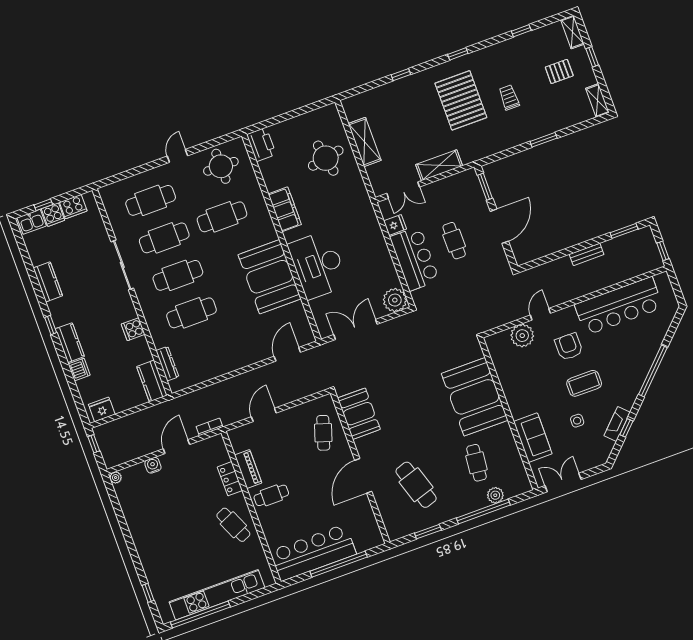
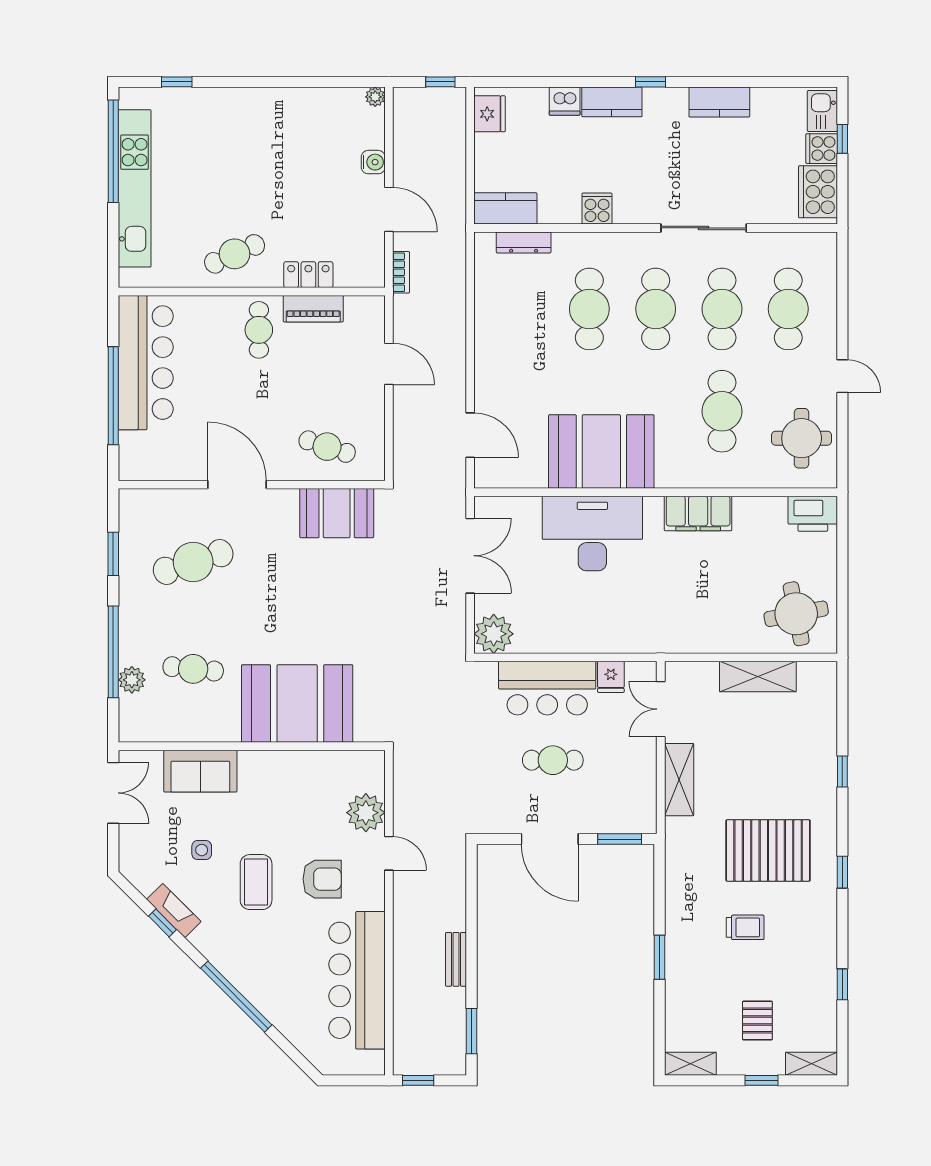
round table: (326, 158) -> (796, 614), moved
cooker: (73, 207) -> (818, 192), width x1.37, depth x1.31

